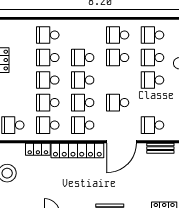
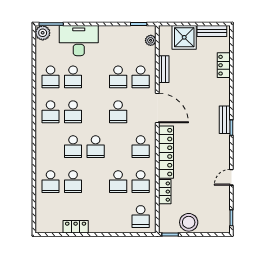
school desk: (48, 80) -> (96, 182), removed
school desk: (153, 80) -> (118, 77), moved
school desk: (83, 103) -> (118, 147), removed

